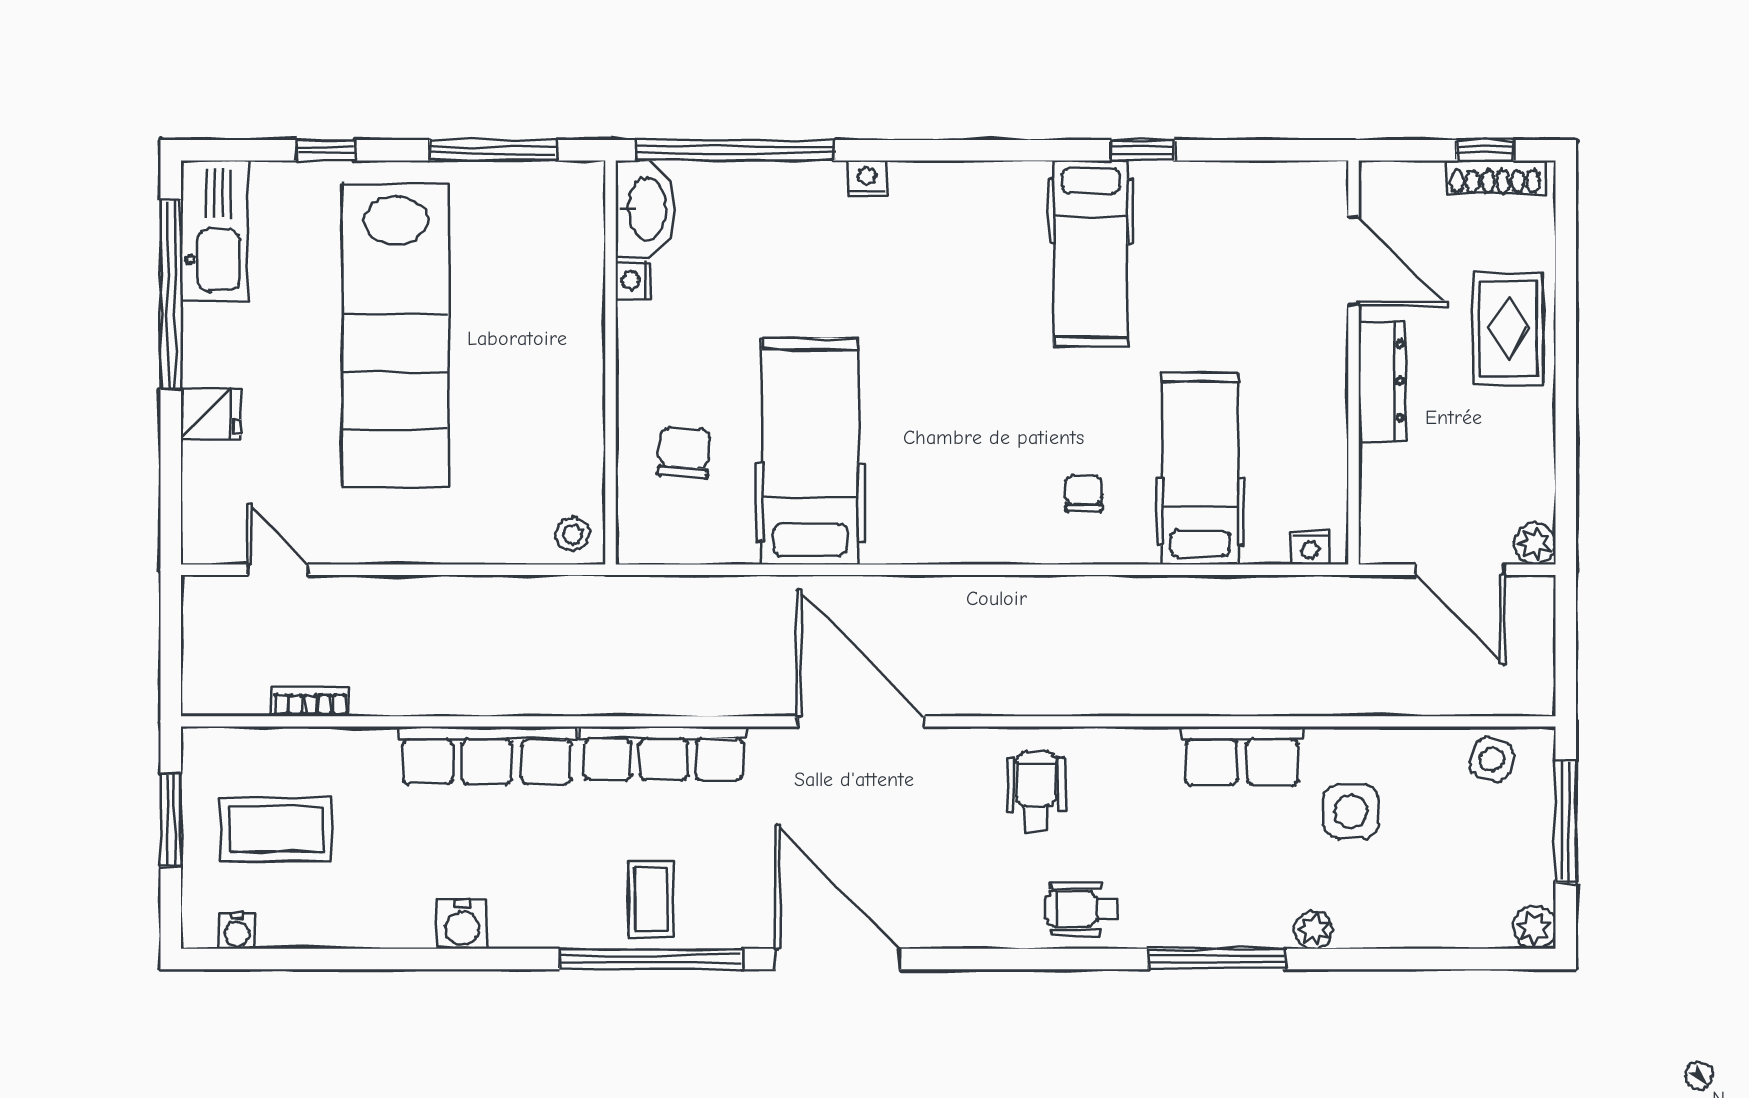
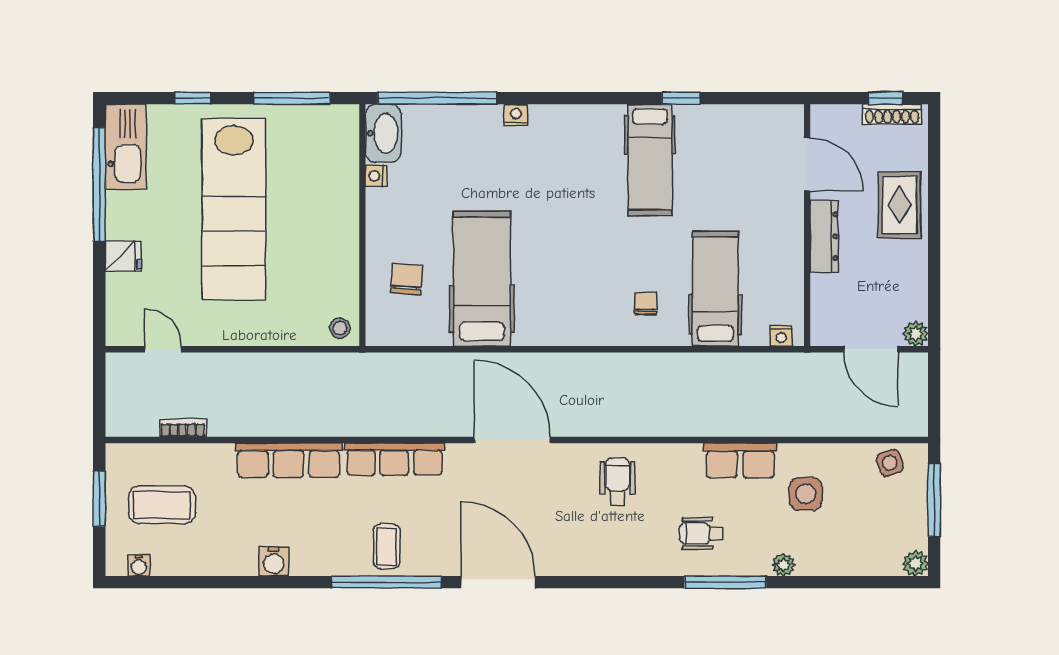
side table: (1492, 759) -> (890, 463), turned -37
wheelchair: (1082, 908) -> (701, 533), moved

